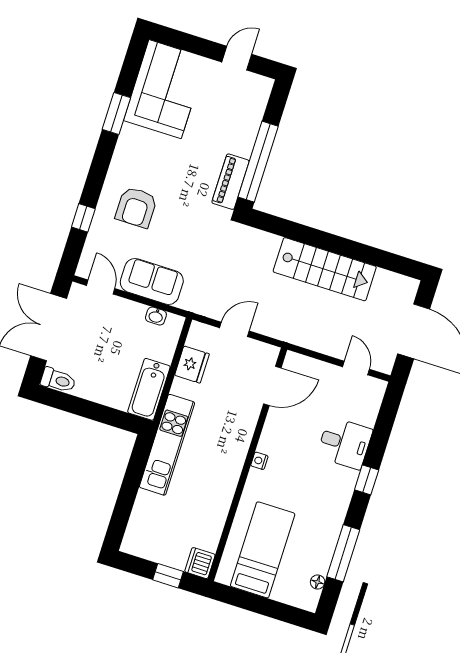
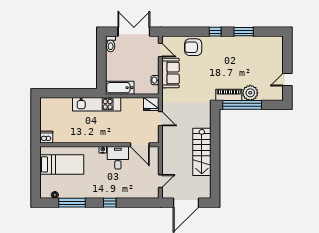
door: (237, 58) -> (287, 80), swing flipped
corner sofa: (165, 89) -> (262, 51), removed
plant: (240, 139) -> (250, 93), added
armchair: (136, 207) -> (193, 47), moved
window: (83, 218) -> (215, 32), moved
door: (101, 287) -> (160, 50), hinge flipped
fridge: (192, 365) -> (151, 104), moved
desk: (345, 443) -> (118, 158), moved, turned 180
window: (168, 576) -> (36, 124), removed

